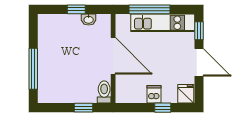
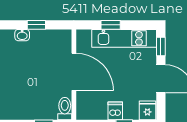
window: (149, 9) -> (111, 25), width x0.46
washbasin: (89, 19) -> (22, 35), moved

